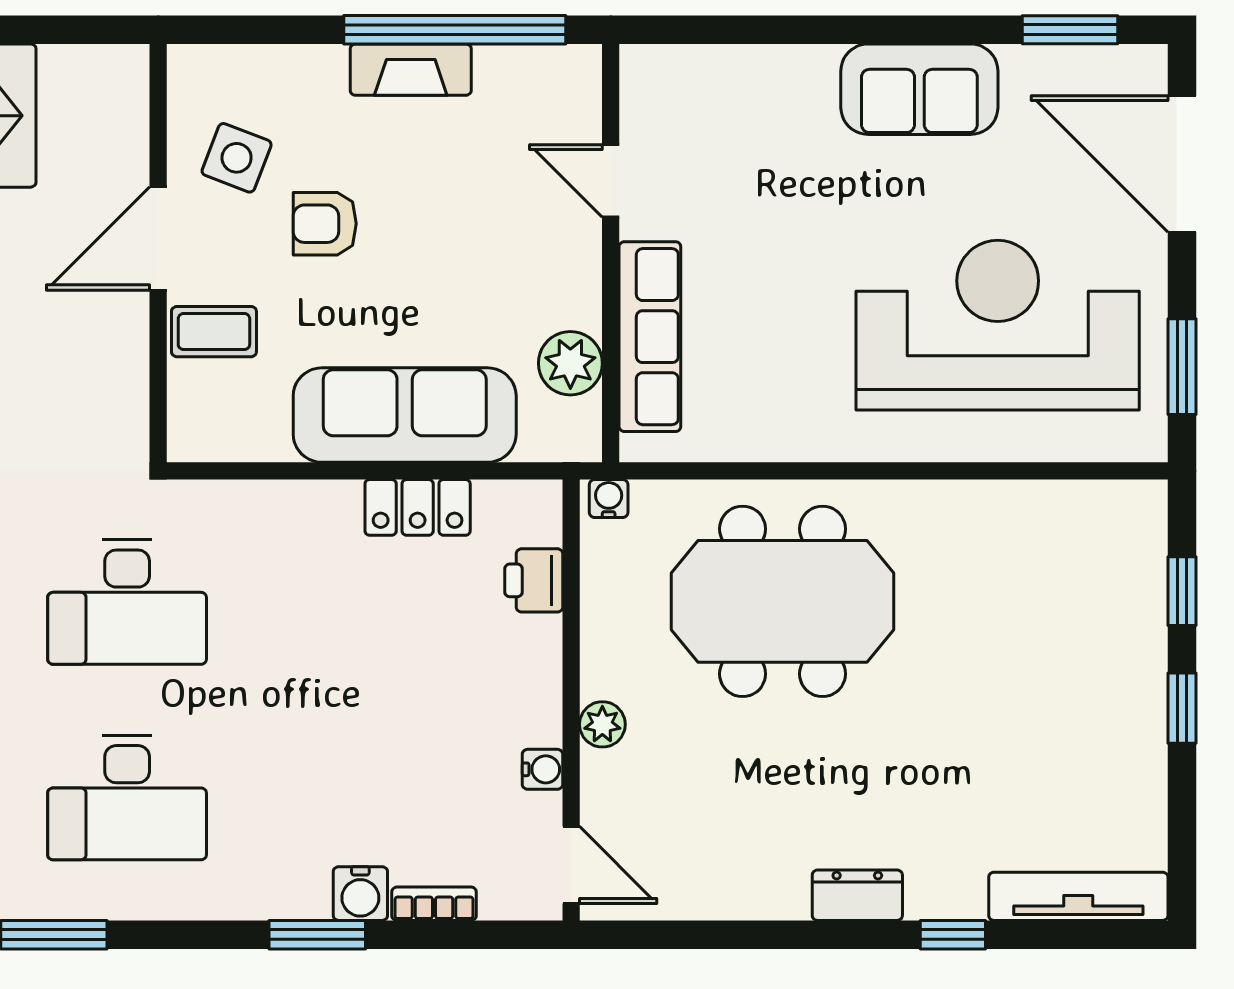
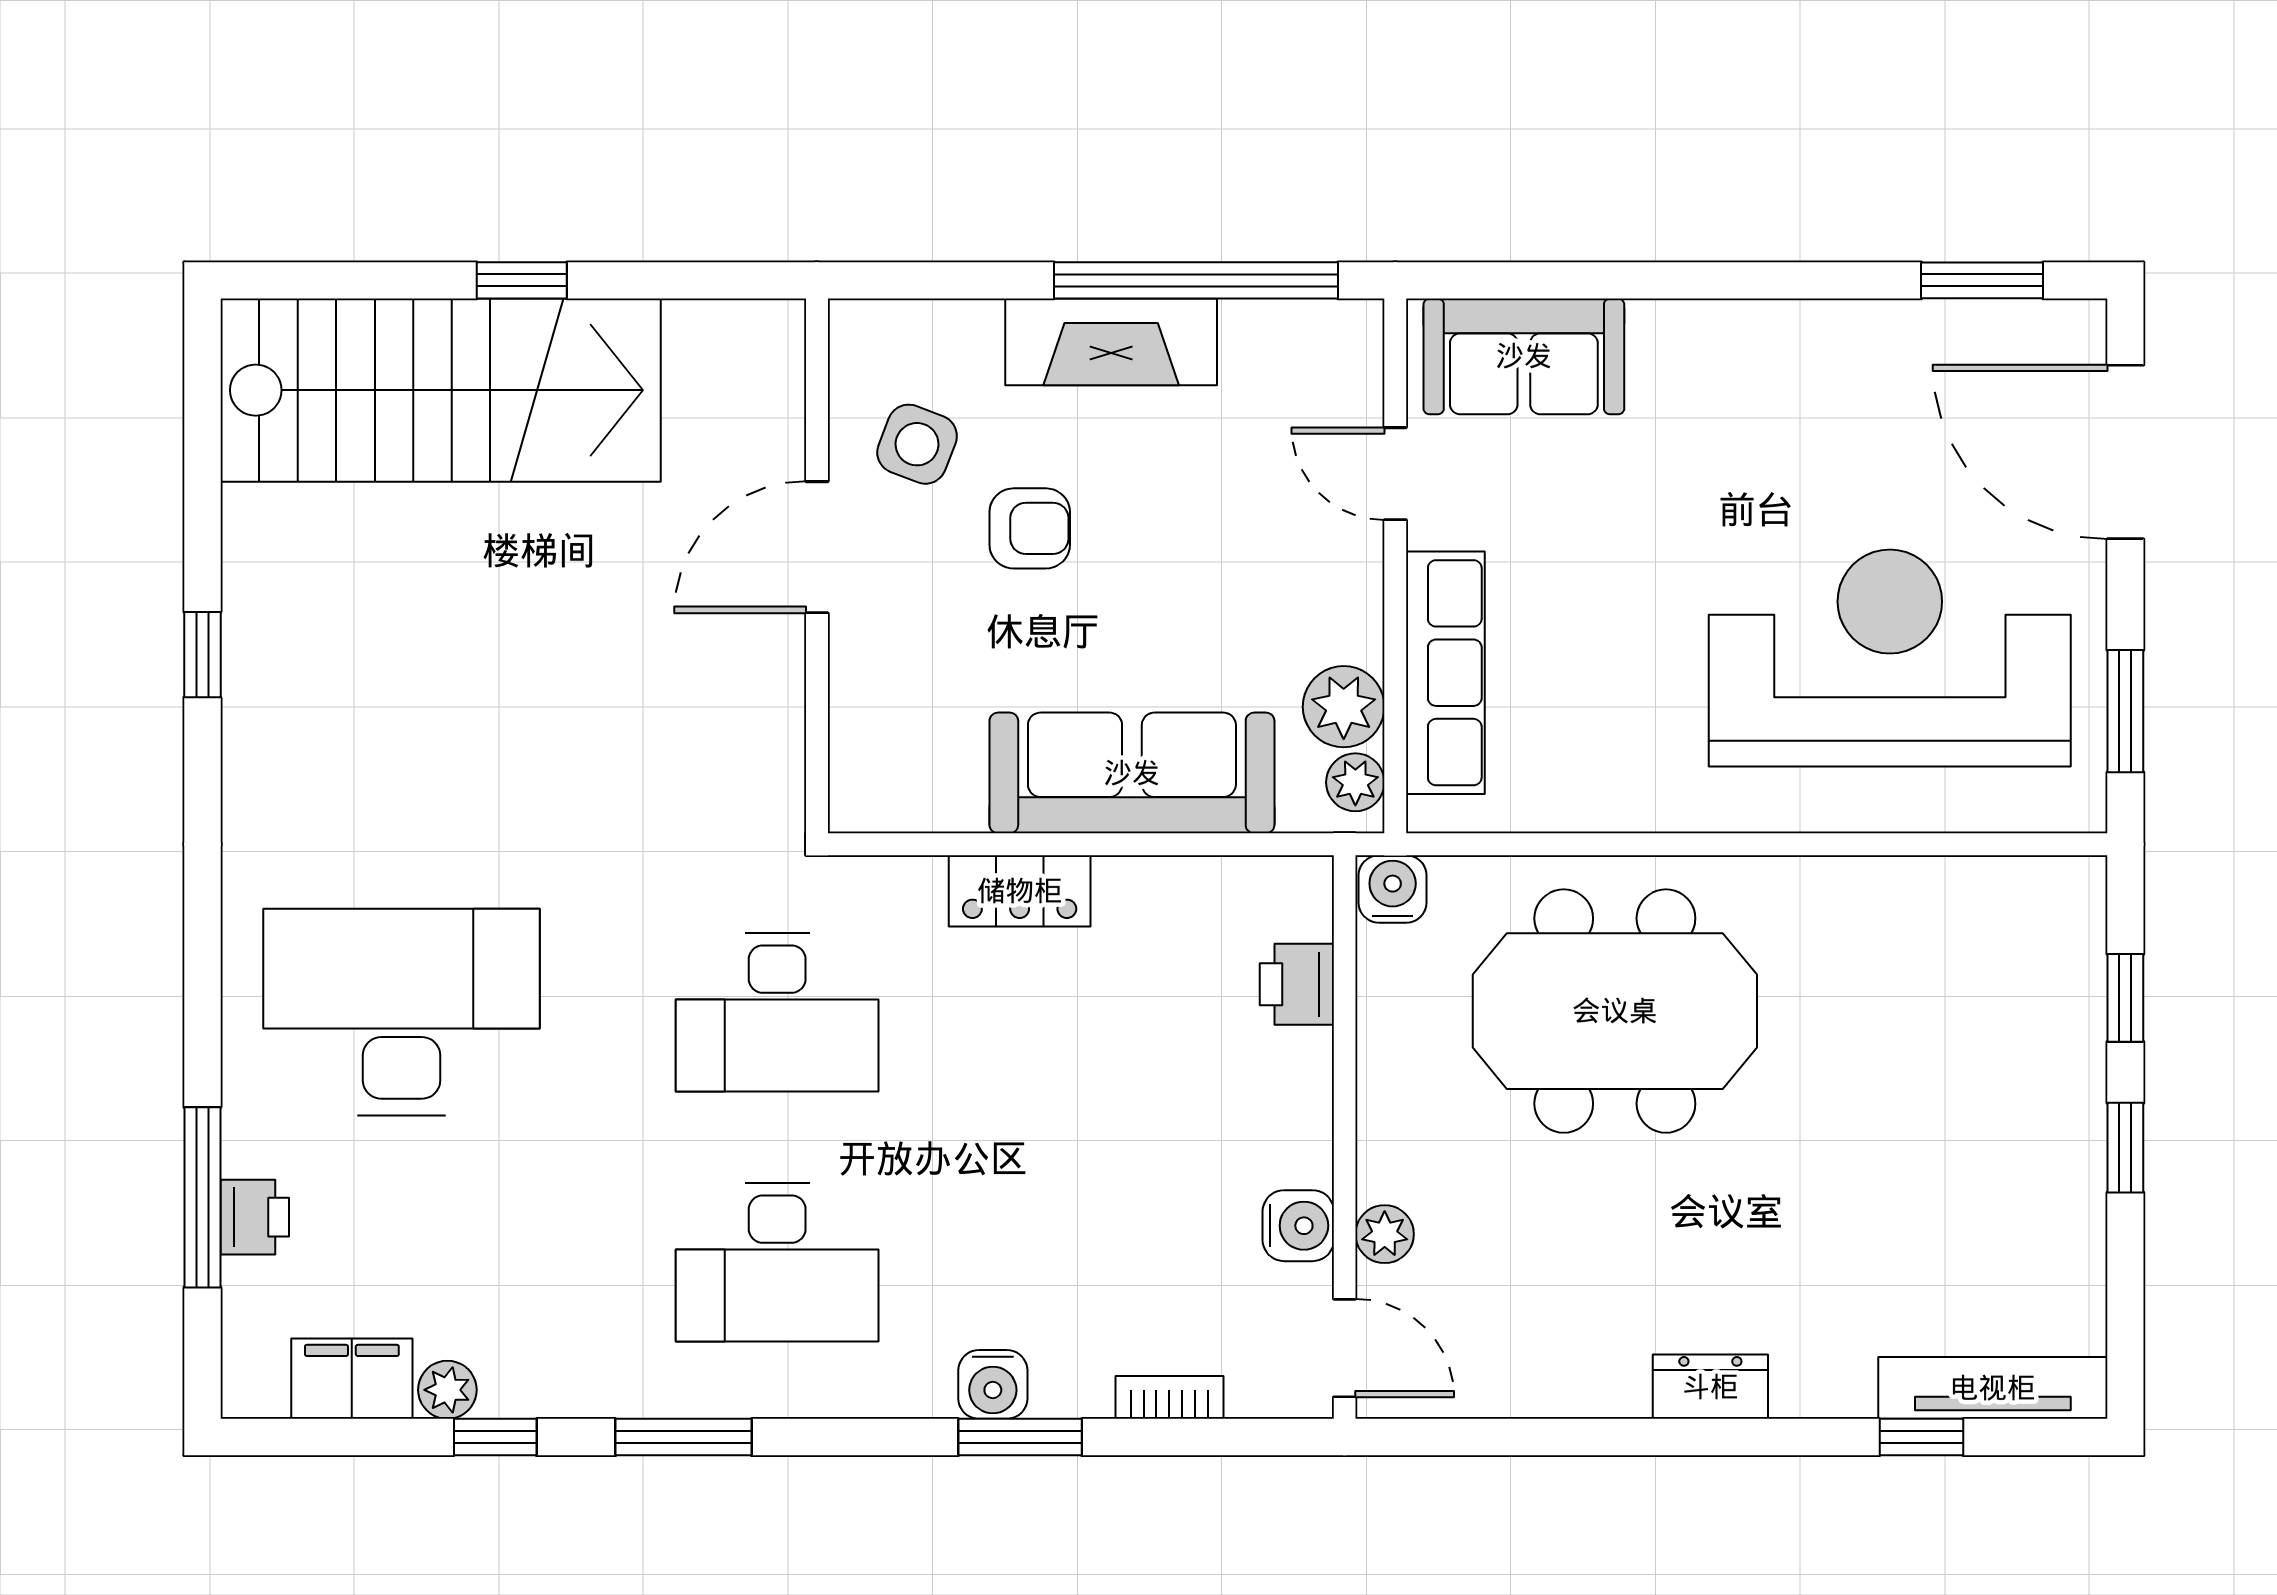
fireplace: (411, 70) -> (1111, 342), width x1.37, depth x1.32
sofa: (919, 89) -> (1524, 356), moved
armchair: (325, 224) -> (1030, 528), turned 180
coffee table: (214, 332) -> (888, 666), removed
plant: (579, 422) -> (1355, 782), added
water cooler: (609, 499) -> (1393, 889), width x1.38, depth x1.38
locker: (418, 507) -> (1020, 891), moved
plant: (602, 724) -> (1385, 1234), moved
water cooler: (543, 769) -> (1298, 1226), width x1.38, depth x1.38
water cooler: (360, 894) -> (993, 1384), moved
window: (953, 935) -> (1921, 1437), moved

